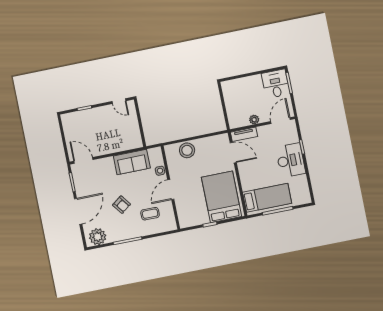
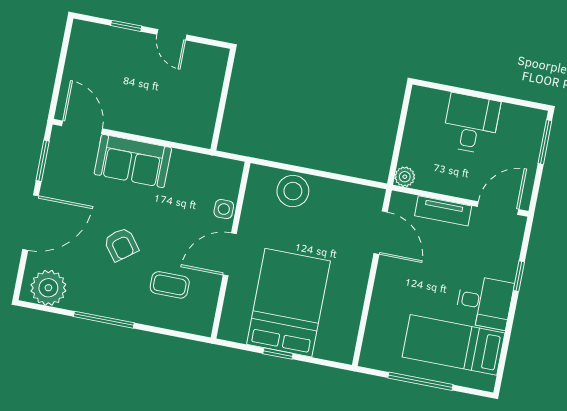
desk: (276, 84) -> (471, 124), moved
door: (119, 101) -> (172, 35), moved
plant: (254, 120) -> (405, 177), moved
tv unit: (244, 134) -> (443, 211), moved
desk: (291, 160) -> (484, 302), width x0.73
sofa: (132, 162) -> (133, 161), moved
bed: (222, 197) -> (288, 303), moved
bed: (267, 198) -> (453, 345), moved, turned 180

